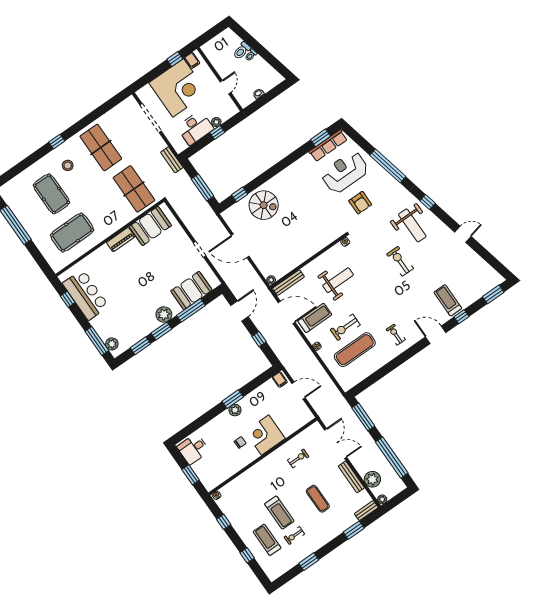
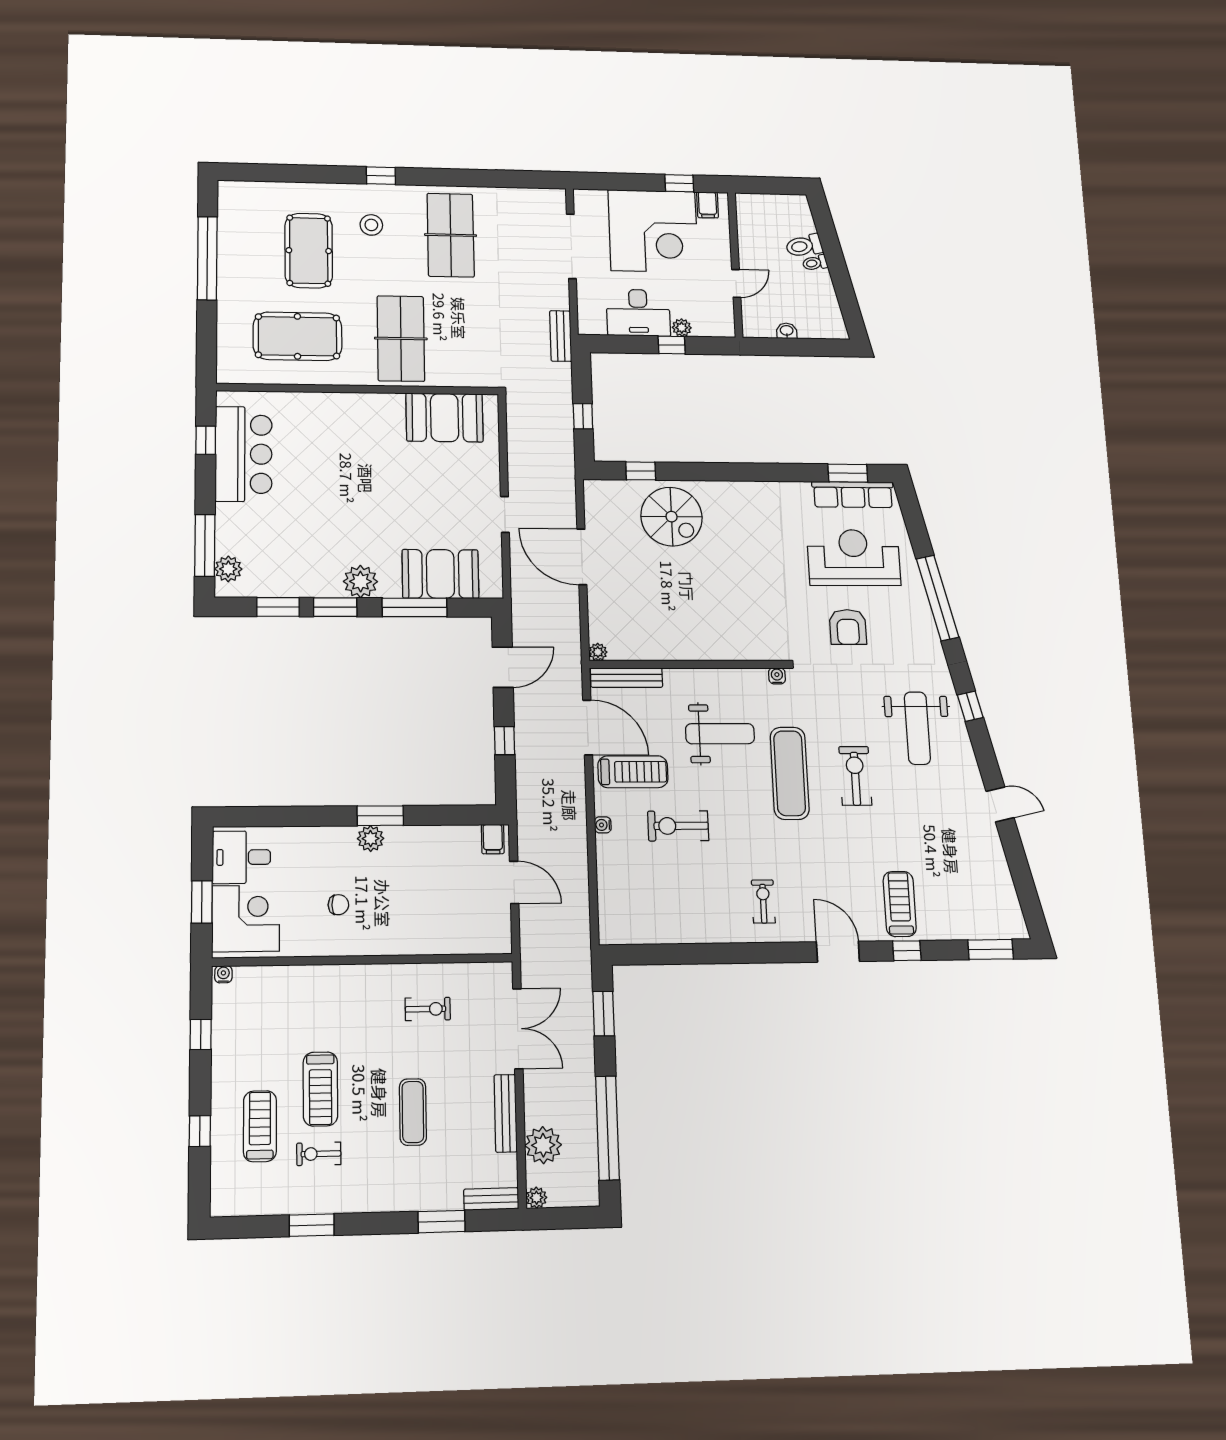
window: (203, 188) -> (583, 416), width x0.46
table tennis table: (134, 189) -> (401, 339), moved
piano: (121, 240) -> (375, 405), removed
exercise mat: (355, 350) -> (790, 773), moved, turned 90
window: (363, 417) -> (604, 1014), width x0.69
corner desk: (265, 435) -> (246, 918), moved, turned 90

